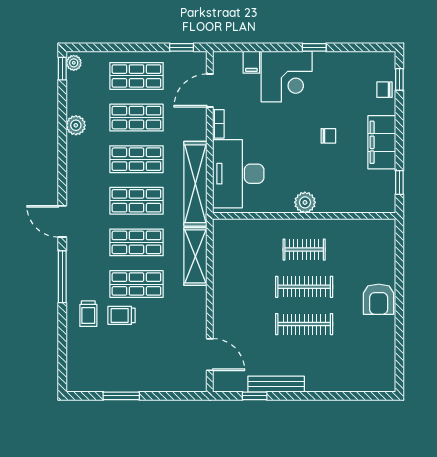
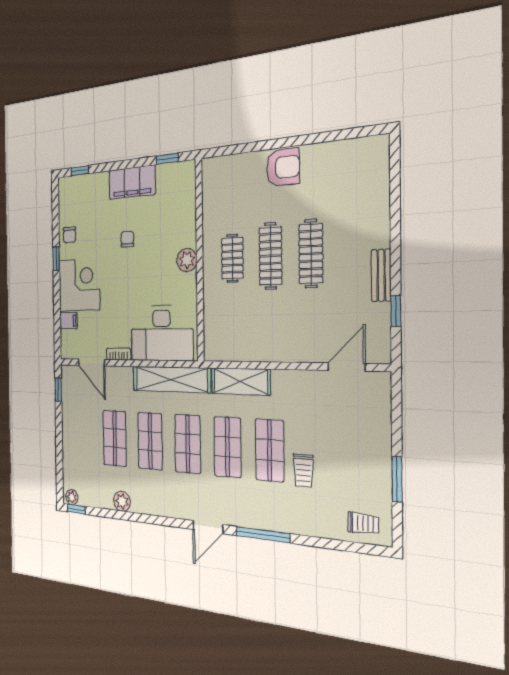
shop shelf: (136, 76) -> (81, 436), removed
chair: (384, 90) -> (69, 235), moved
trolley: (88, 314) -> (363, 523), moved
bench: (276, 384) -> (381, 275), width x0.73

